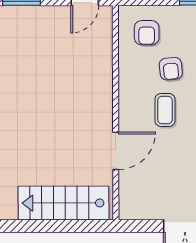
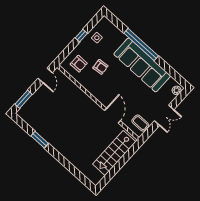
coffee table: (165, 110) -> (140, 123), moved

